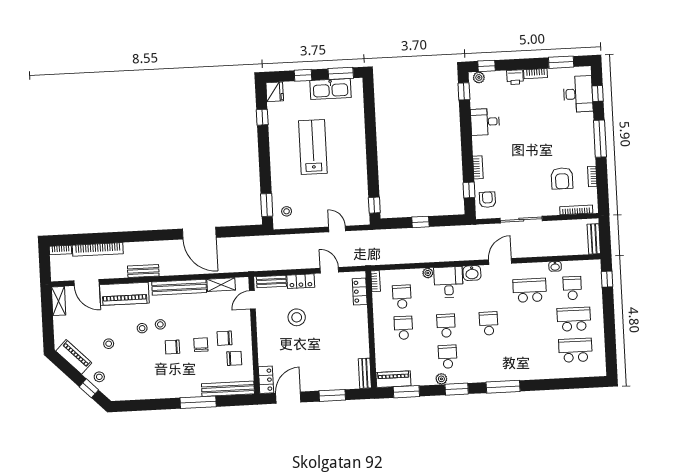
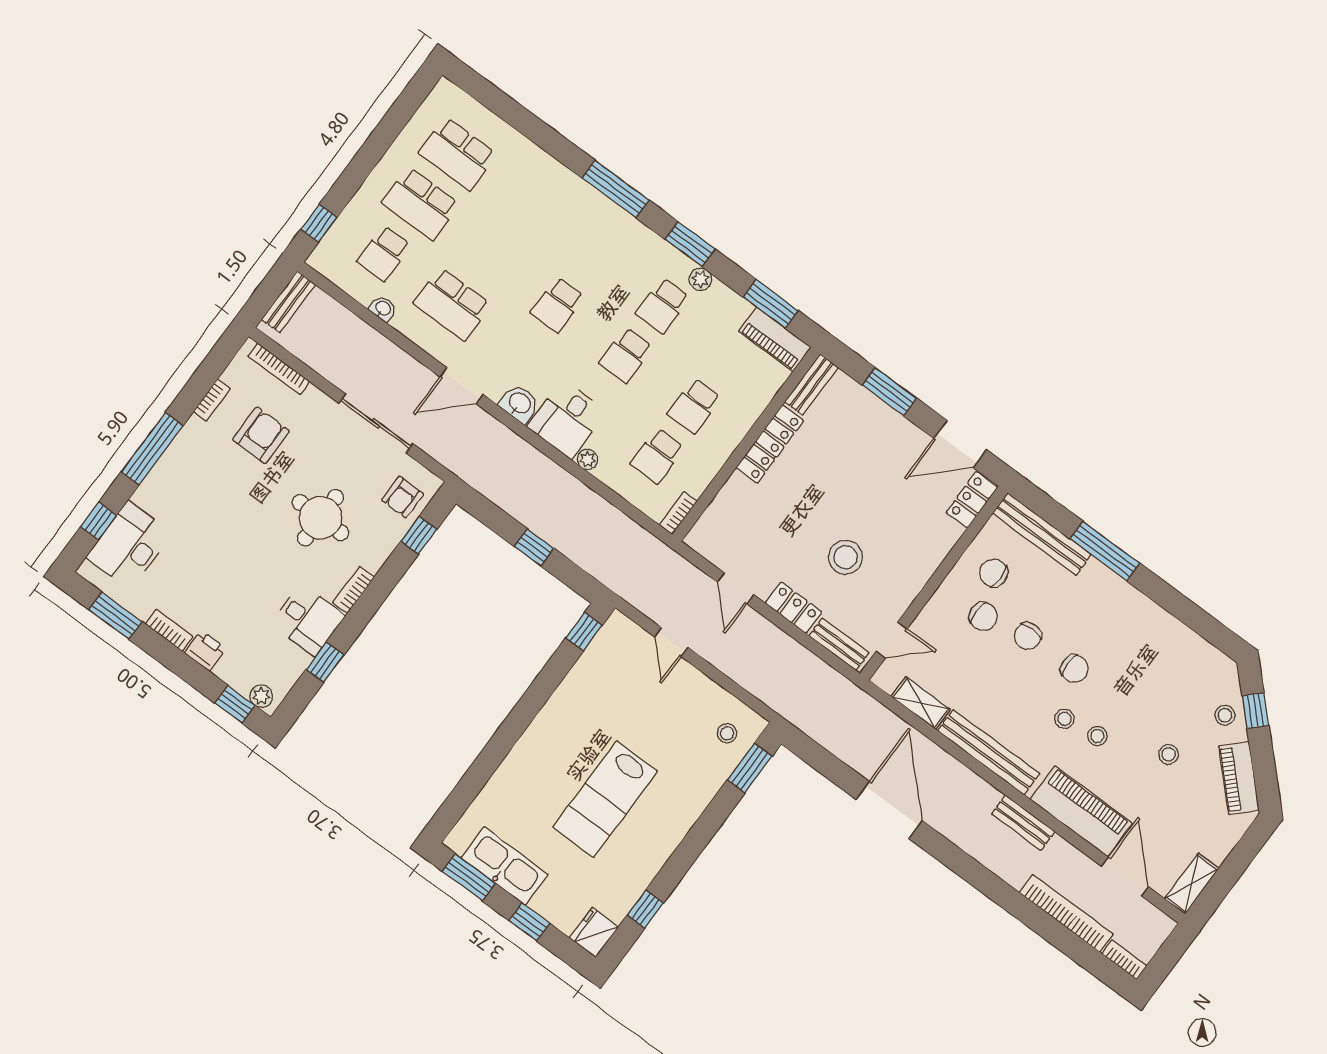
window: (464, 91) -> (325, 662), moved
round table: (513, 165) -> (320, 518), added
bookcase: (478, 167) -> (354, 590), moved
locker: (360, 292) -> (770, 444), moved, width x1.53

